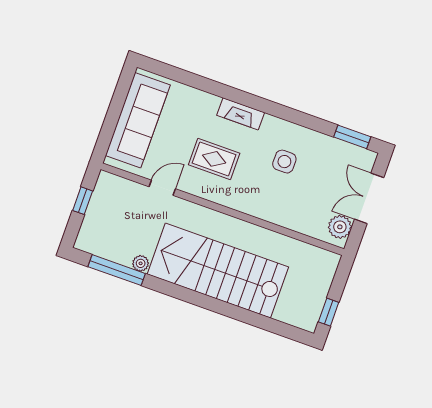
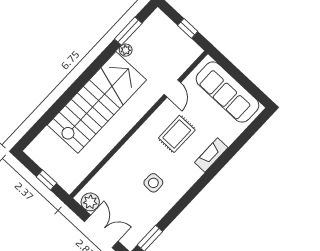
fireplace: (241, 114) -> (211, 155), moved
window: (117, 270) -> (128, 31), width x0.69
window: (329, 312) -> (47, 180), moved

